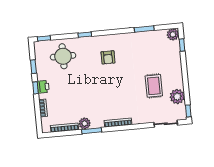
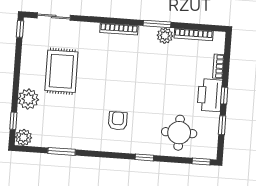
rug: (154, 86) -> (61, 71), width x1.36, depth x1.43
printer: (43, 87) -> (210, 95), width x1.87, depth x1.48
plant: (177, 97) -> (28, 99), moved

